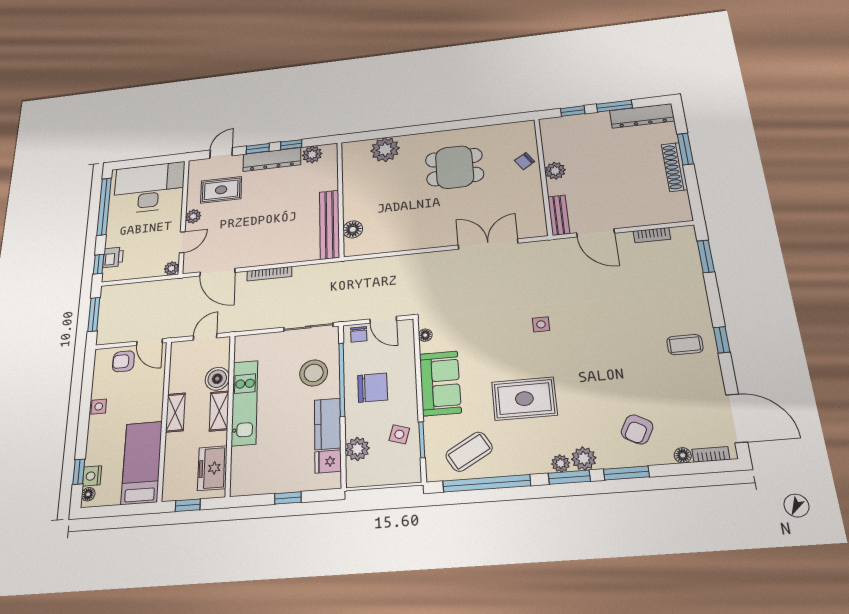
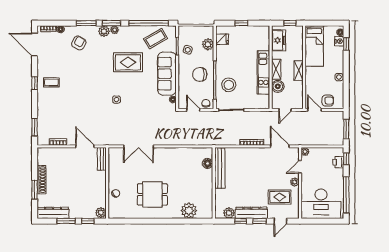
plant: (555, 171) -> (101, 213), moved
sofa: (440, 383) -> (167, 74), width x1.36
kitchen counter: (328, 424) -> (222, 58), removed

